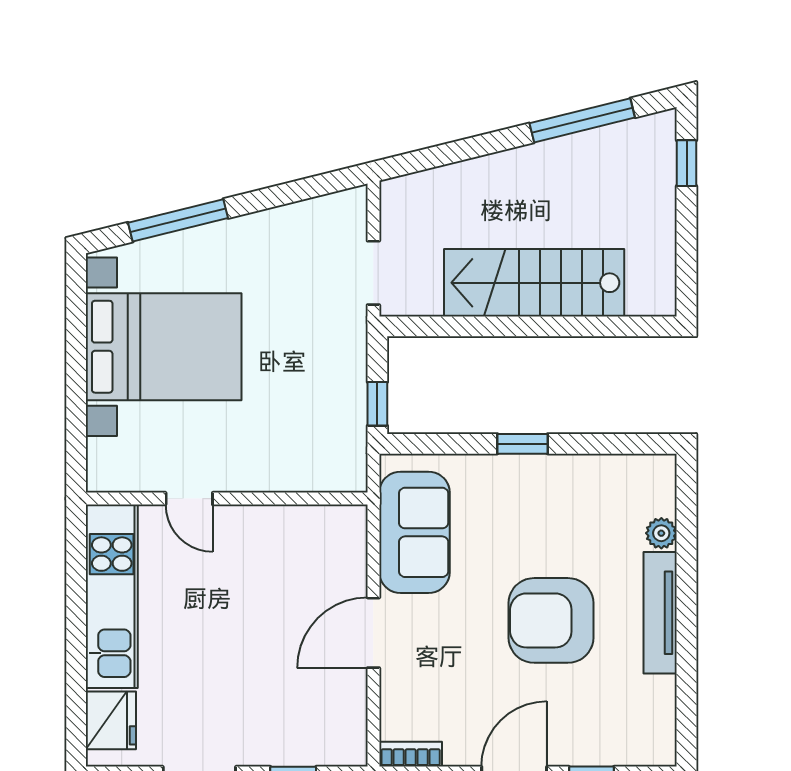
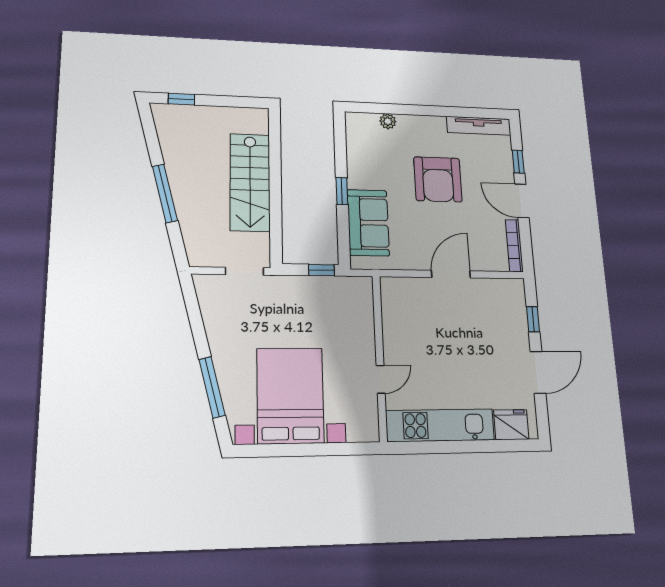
window: (582, 120) -> (165, 193), moved
sofa: (414, 532) -> (368, 223), moved, turned 90
tv unit: (660, 613) -> (479, 126), moved
door: (373, 633) -> (451, 274), swing flipped
bookcase: (411, 754) -> (514, 246), width x1.56

